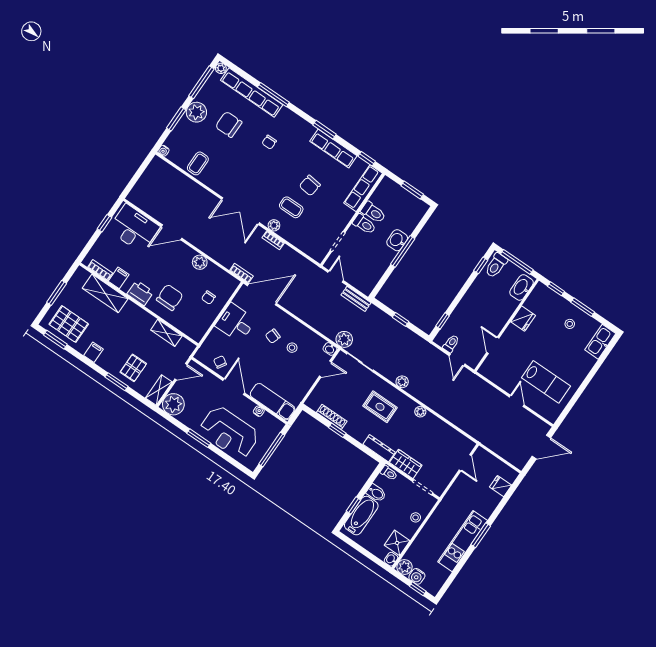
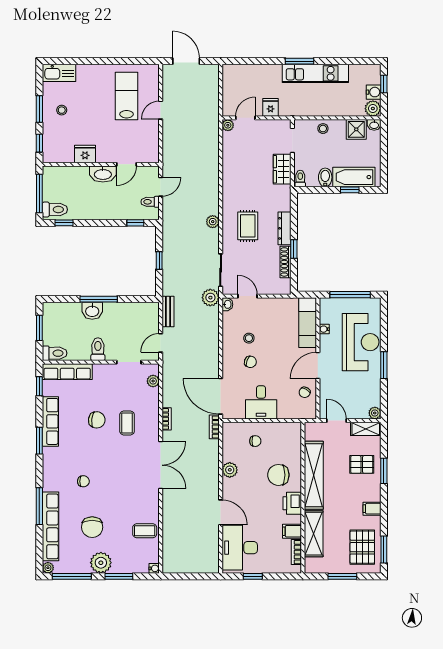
toilet: (373, 212) -> (55, 353), moved, turned 90
plant: (274, 225) -> (153, 381), moved
washbasin: (522, 287) -> (103, 174), moved
shelving: (166, 333) -> (314, 475), width x2.20, depth x1.33
plant: (173, 404) -> (375, 413), width x0.53, depth x0.53
plant: (420, 412) -> (228, 125), moved
dresser: (379, 448) -> (285, 228), moved
fridge: (501, 486) -> (271, 107), moved, turned 180

